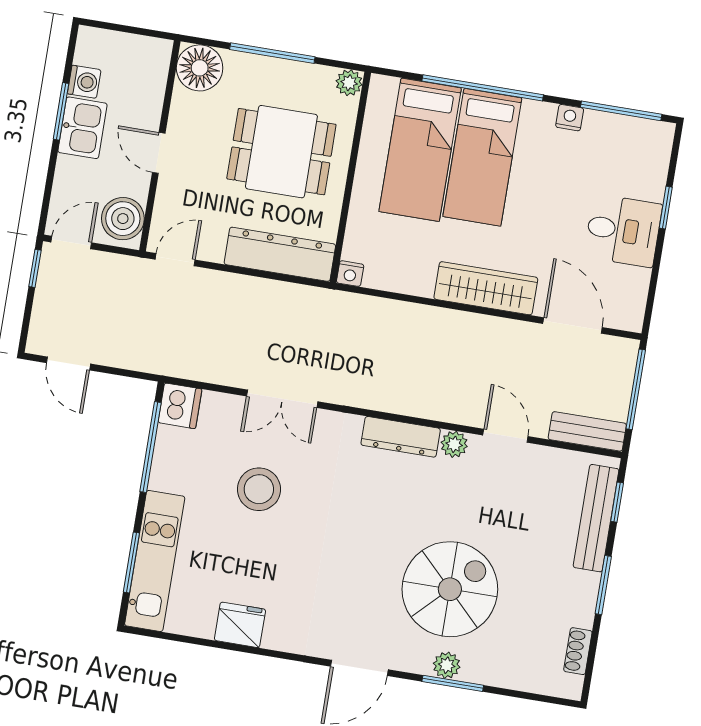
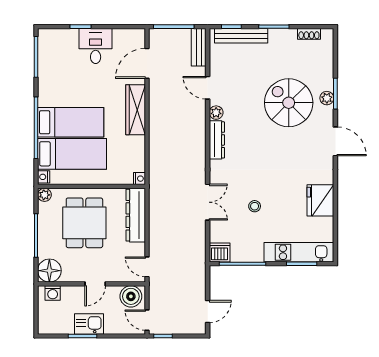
washing machine: (84, 82) -> (53, 293), moved, turned 180
nightstand: (570, 118) -> (44, 177), moved
door: (505, 436) -> (208, 88), hinge flipped
stool: (259, 489) -> (255, 206), width x0.53, depth x0.53
fridge: (240, 625) -> (320, 200), width x1.36, depth x1.34

